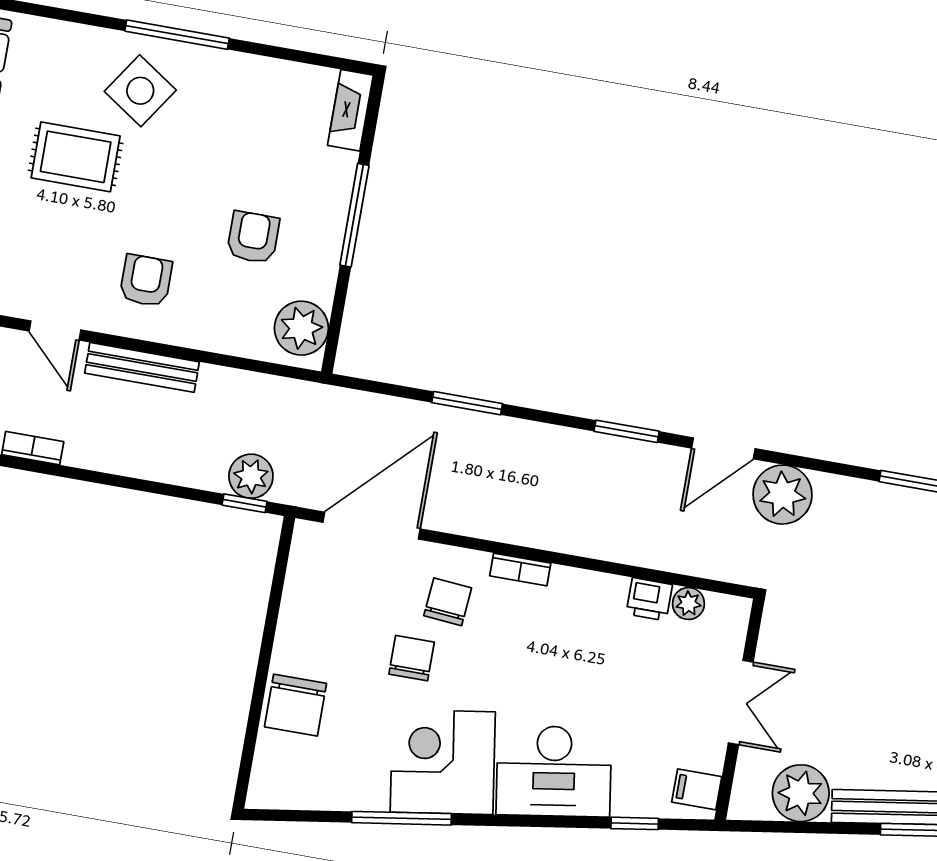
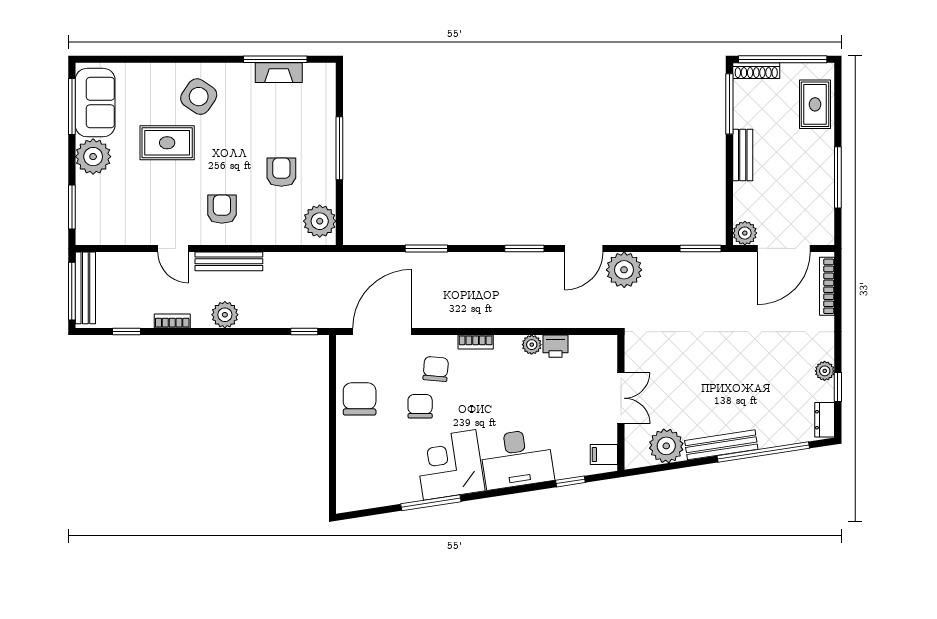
window: (177, 35) -> (275, 59), moved
fireplace: (350, 110) -> (279, 73), moved, turned -90
plant: (251, 476) -> (225, 315), moved
plant: (688, 604) -> (532, 345), moved
chair: (295, 705) -> (360, 399), moved, turned 180

